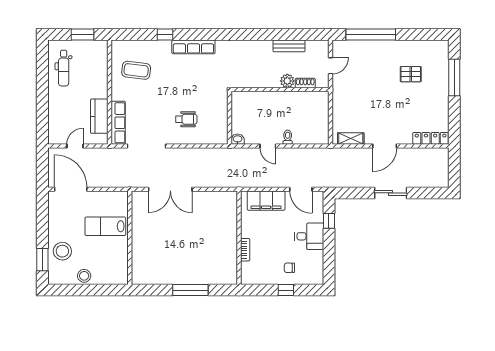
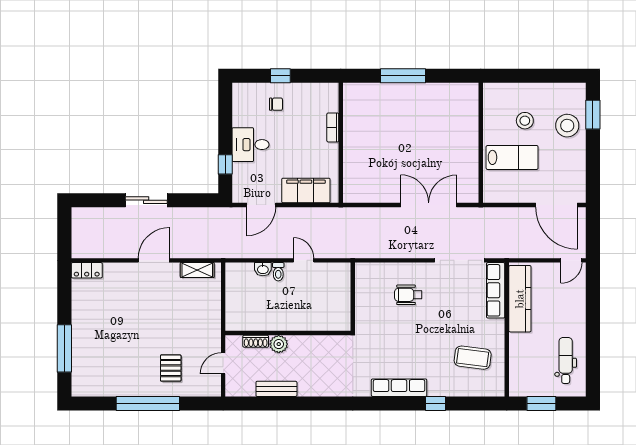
window: (371, 34) -> (148, 404), moved
pallet: (411, 74) -> (171, 368), moved, turned 90
kitchen counter: (99, 116) -> (520, 299), width x1.50
locker: (431, 138) -> (87, 270), width x0.66
washbasin: (238, 139) -> (263, 269), moved
door: (75, 146) -> (571, 260), moved
door: (301, 189) -> (261, 205), swing flipped
stool: (84, 276) -> (525, 121), moved

